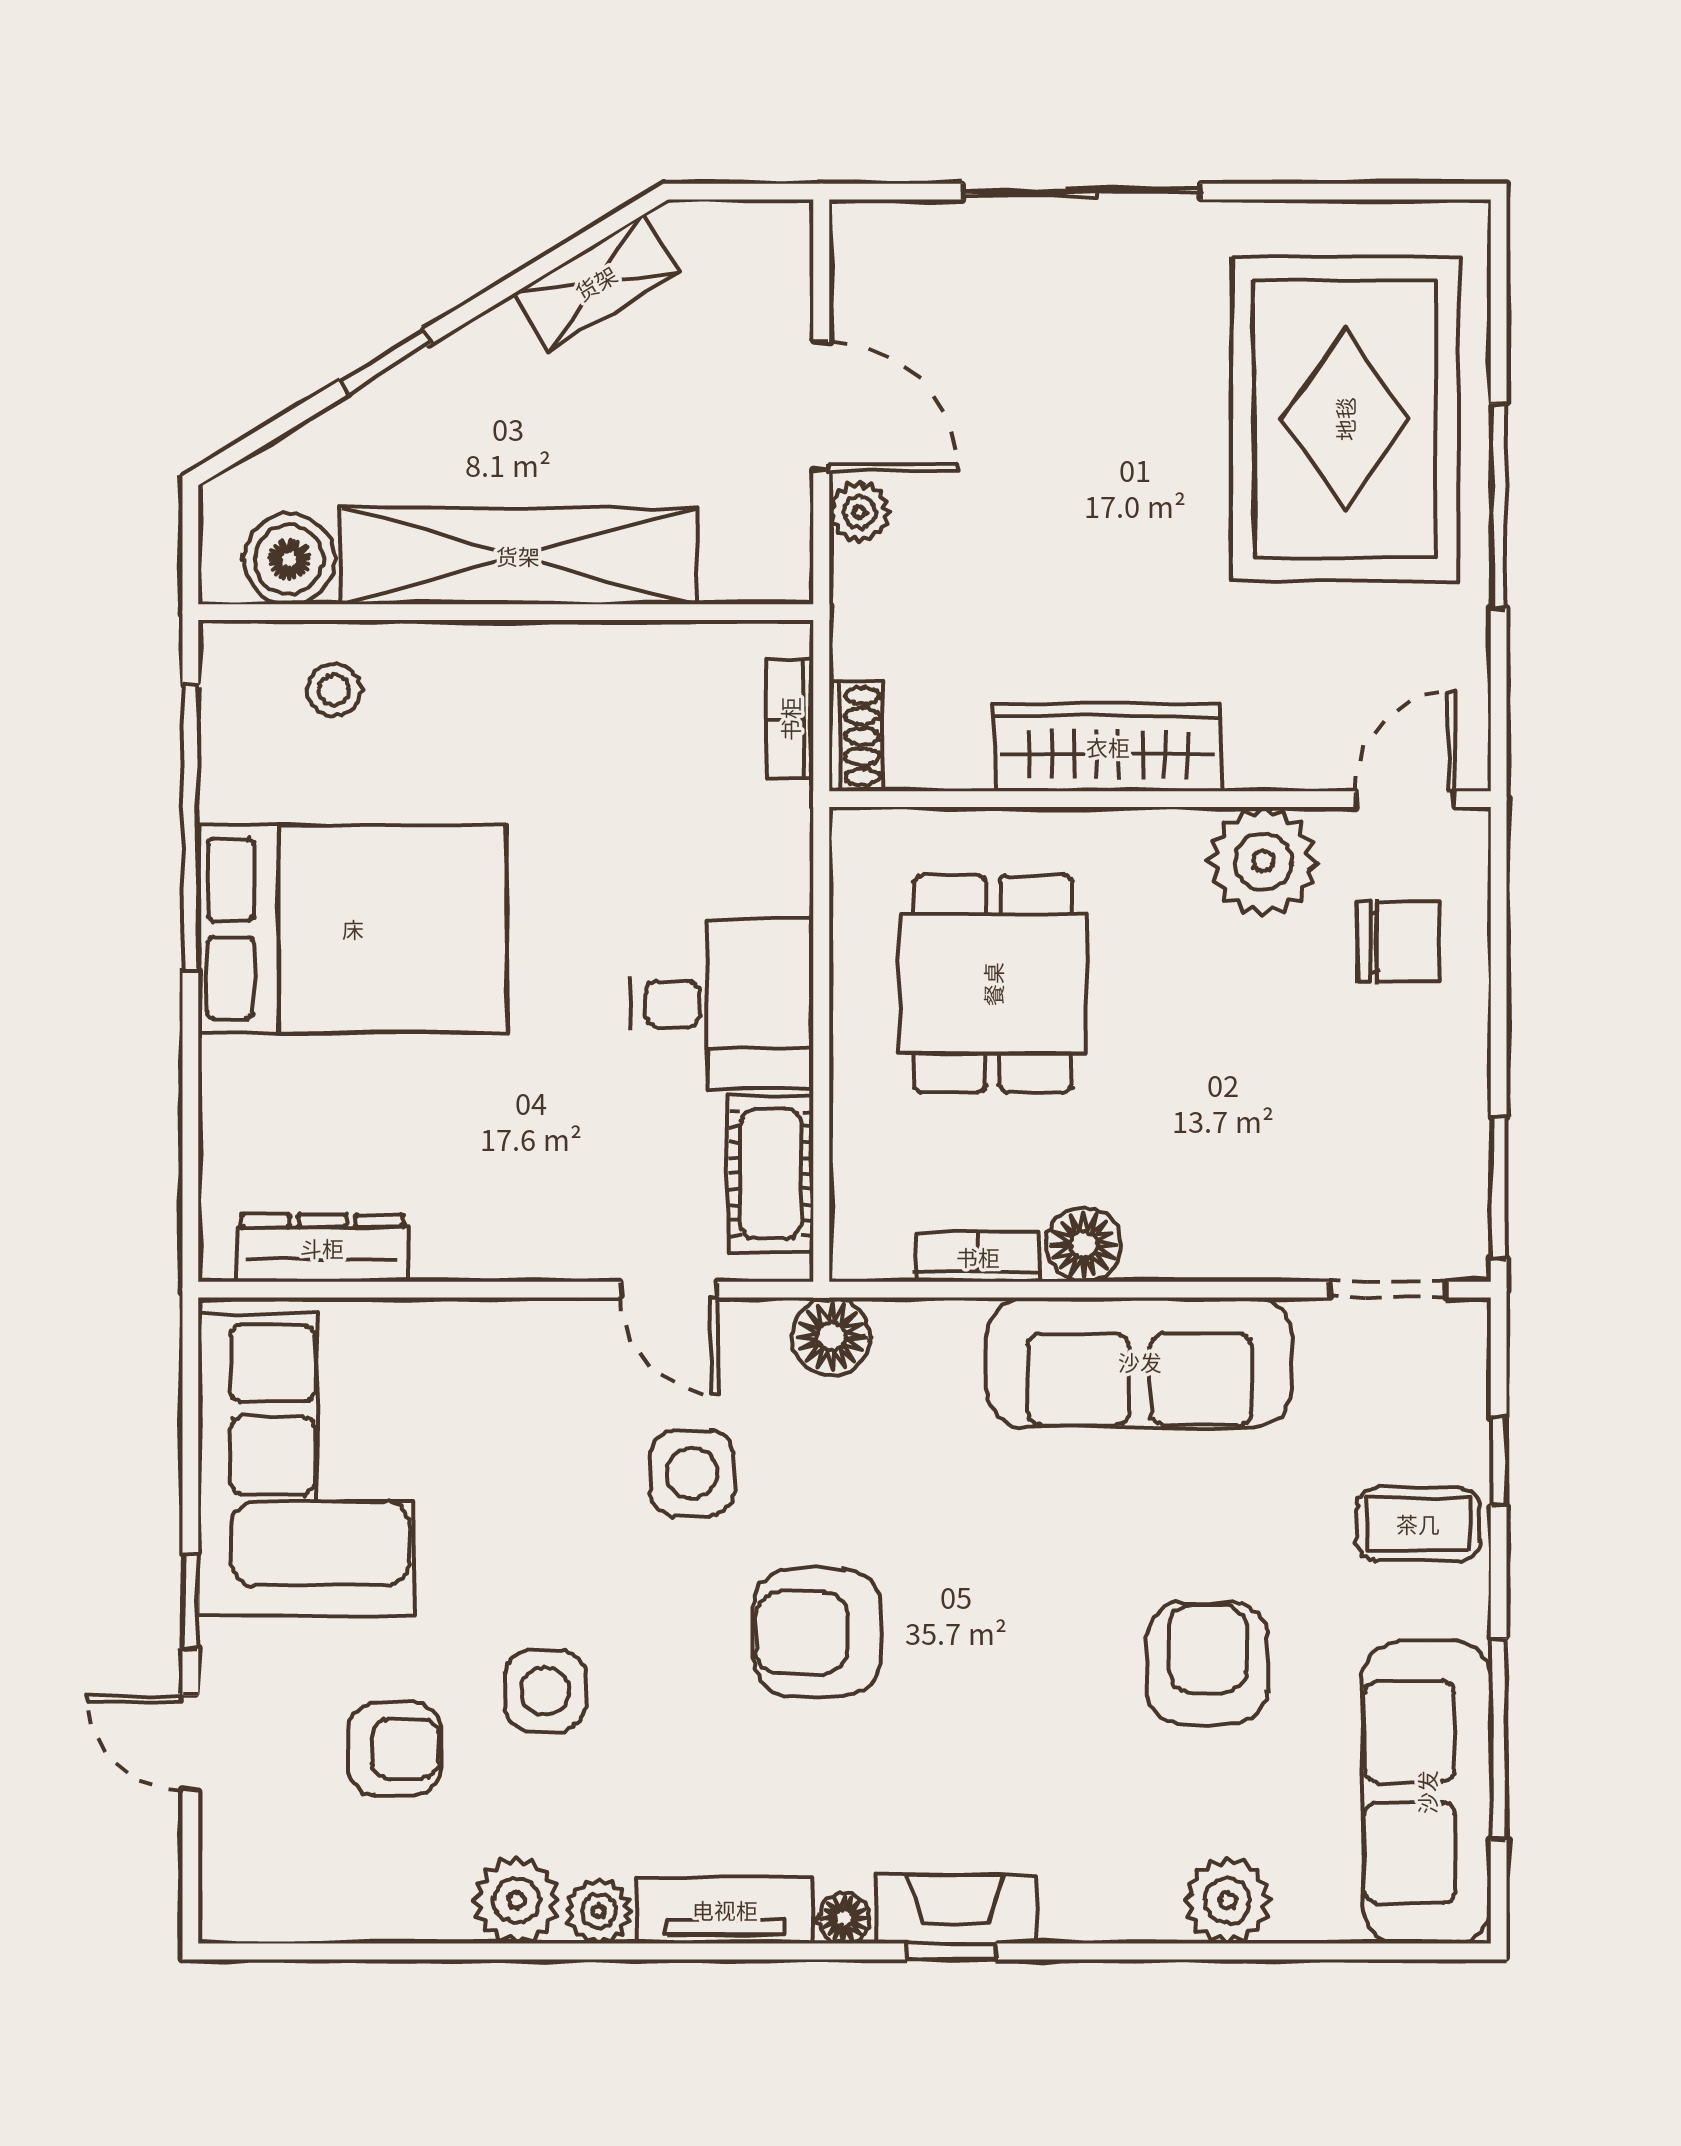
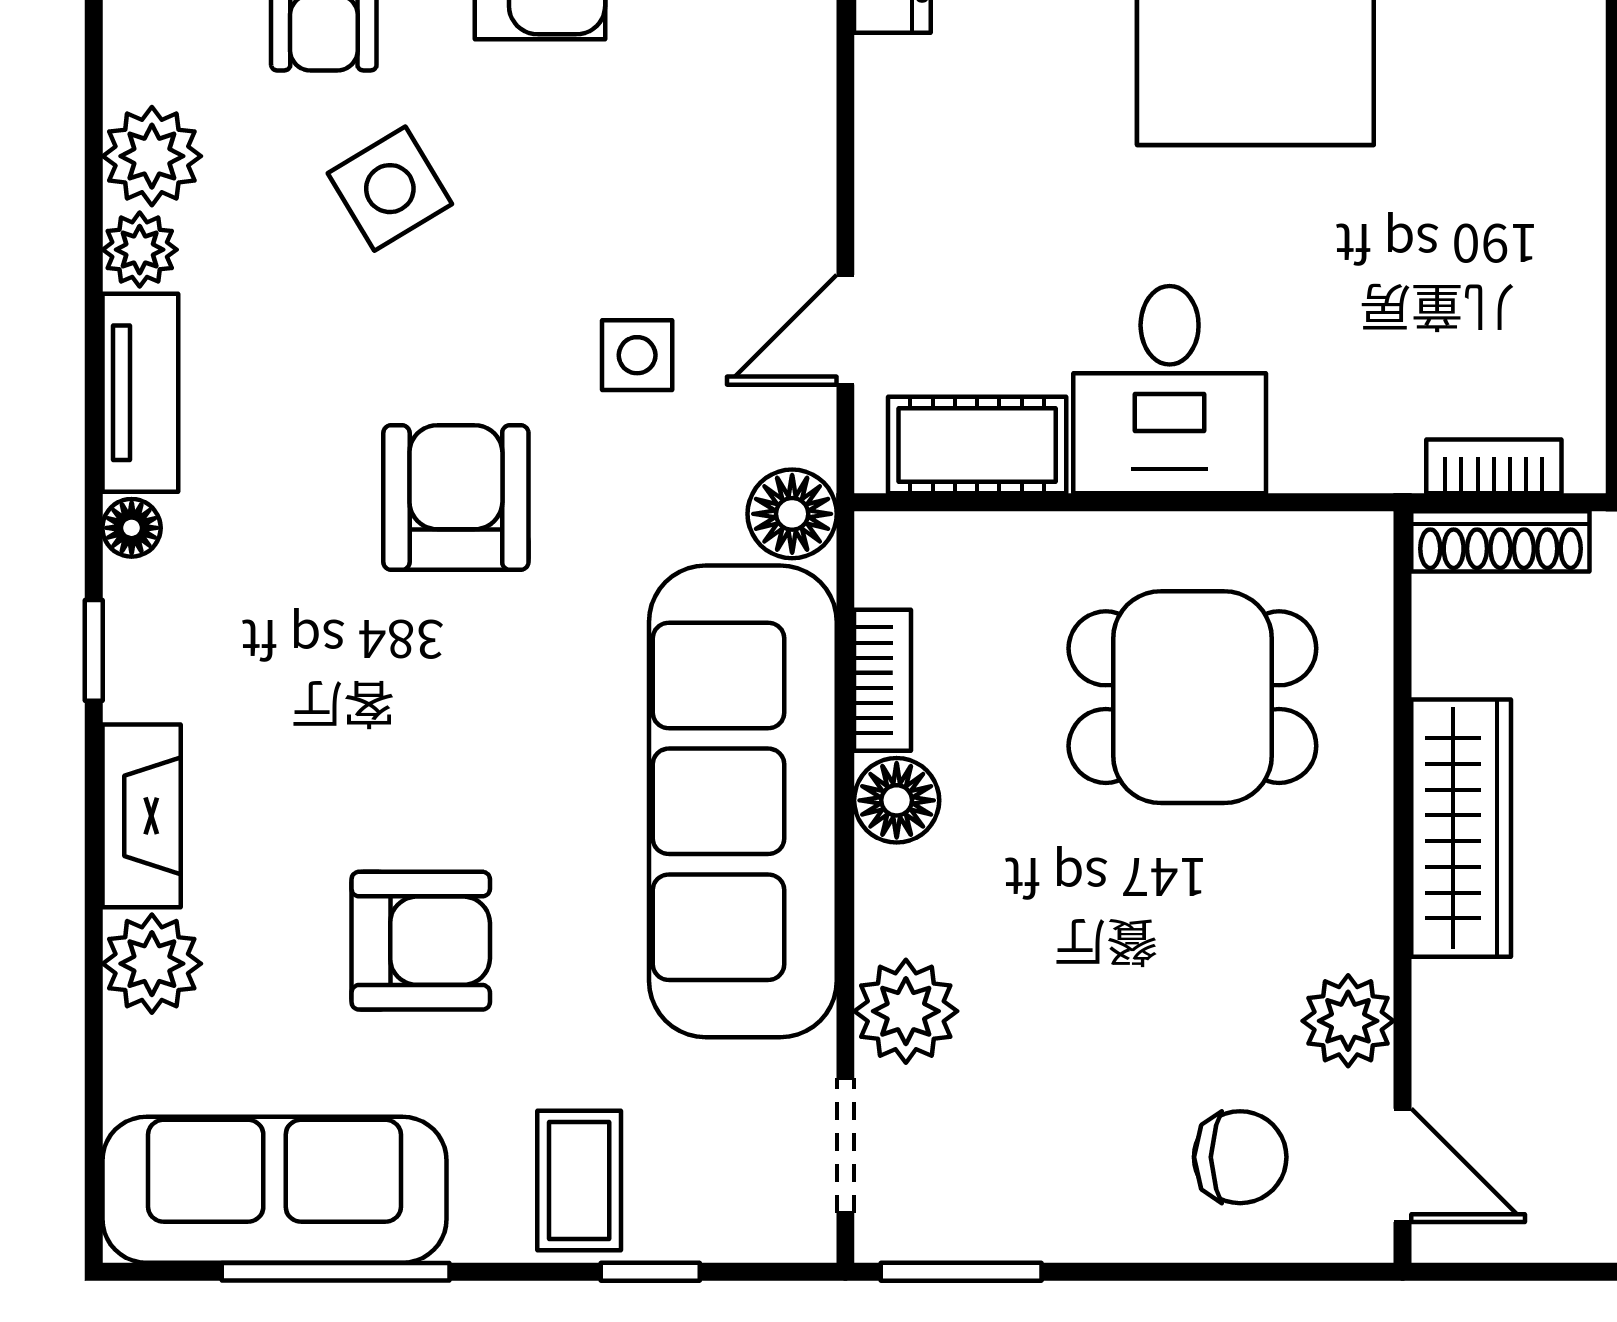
shoe rack: (856, 736) -> (1500, 541), width x1.43
plant: (1263, 862) -> (1348, 1021), width x0.73, depth x0.73
chair: (1398, 942) -> (1240, 1157), turned -90
plant: (1269, 1236) -> (906, 1011), added
sofa: (1140, 1362) -> (743, 801), width x1.36, depth x1.27
side table: (692, 1473) -> (637, 355), width x0.73, depth x0.73
side table: (545, 1691) -> (390, 189), turned -31
fireplace: (956, 1909) -> (142, 816), moved

